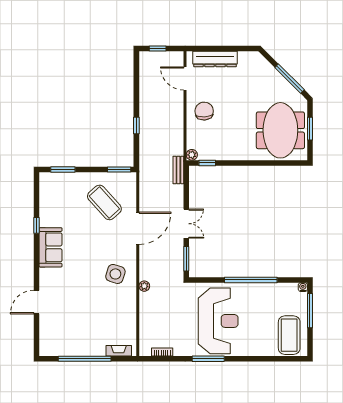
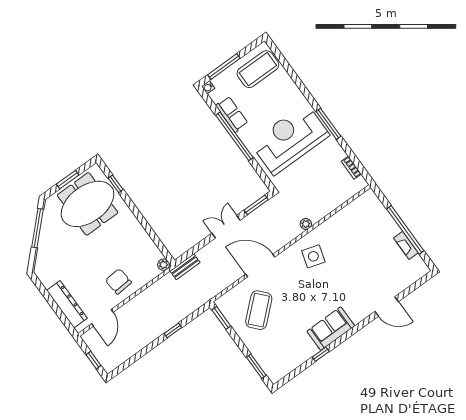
chair: (204, 111) -> (118, 281), turned 89
window: (207, 163) -> (116, 184), moved
row of seats: (269, 290) -> (232, 114), added
fireplace: (119, 351) -> (406, 245), moved

